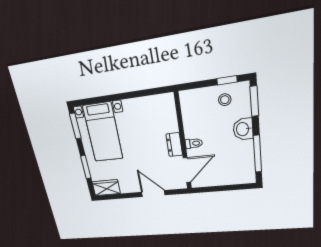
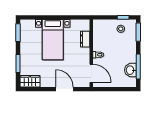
washbasin: (243, 129) -> (130, 70), moved
bed with nightstands: (103, 132) -> (53, 40), moved
dresser: (174, 145) -> (85, 39), moved
door: (187, 170) -> (91, 73), hinge flipped

